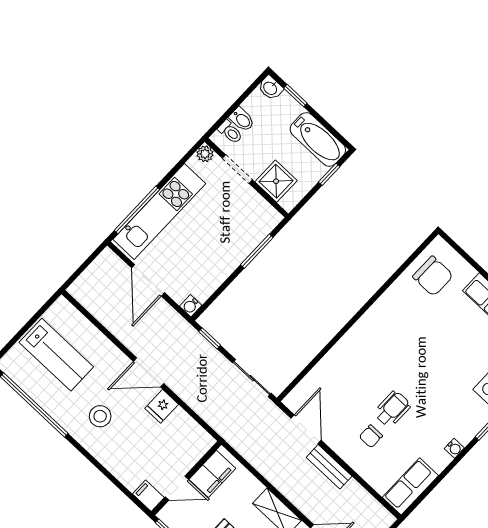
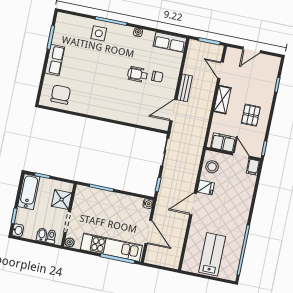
door: (148, 280) -> (148, 232), hinge flipped
door: (149, 372) -> (193, 204), swing flipped
stool: (100, 416) -> (212, 167), moved

